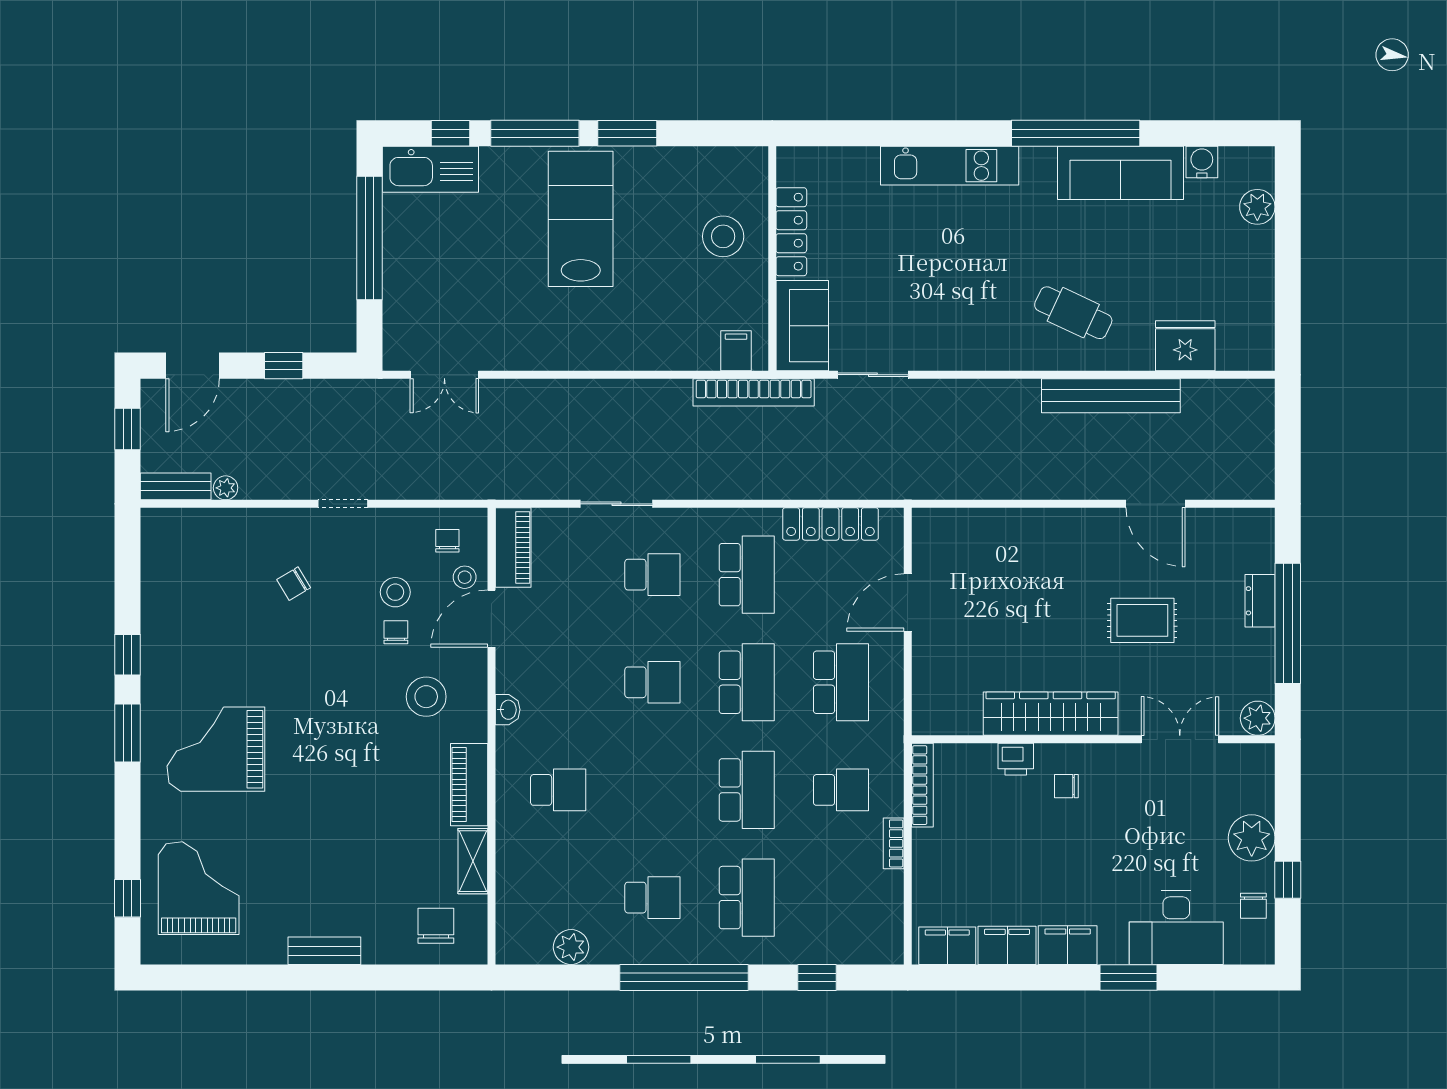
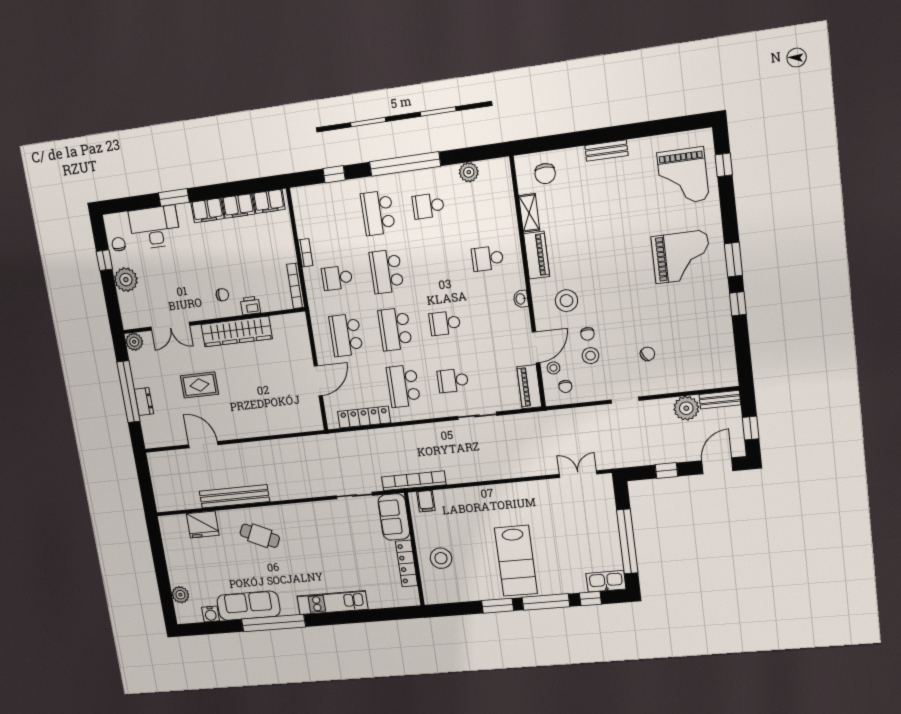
kitchen sink: (430, 169) -> (606, 581), width x0.73, depth x0.81
plant: (226, 488) -> (686, 408), width x1.88, depth x1.88

